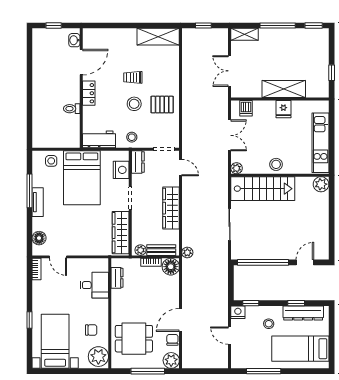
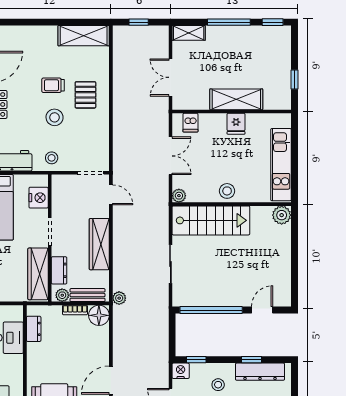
pallet: (162, 105) -> (85, 95), moved, turned 90
dresser: (138, 162) -> (59, 270), moved

